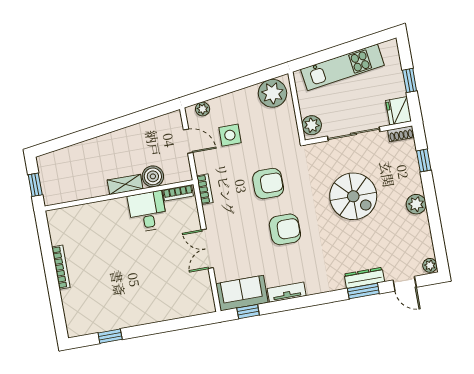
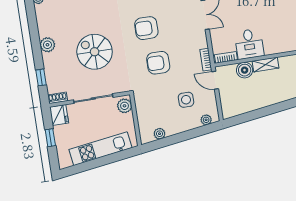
plant: (272, 93) -> (160, 134), width x0.53, depth x0.53
door: (188, 141) -> (215, 80), moved

